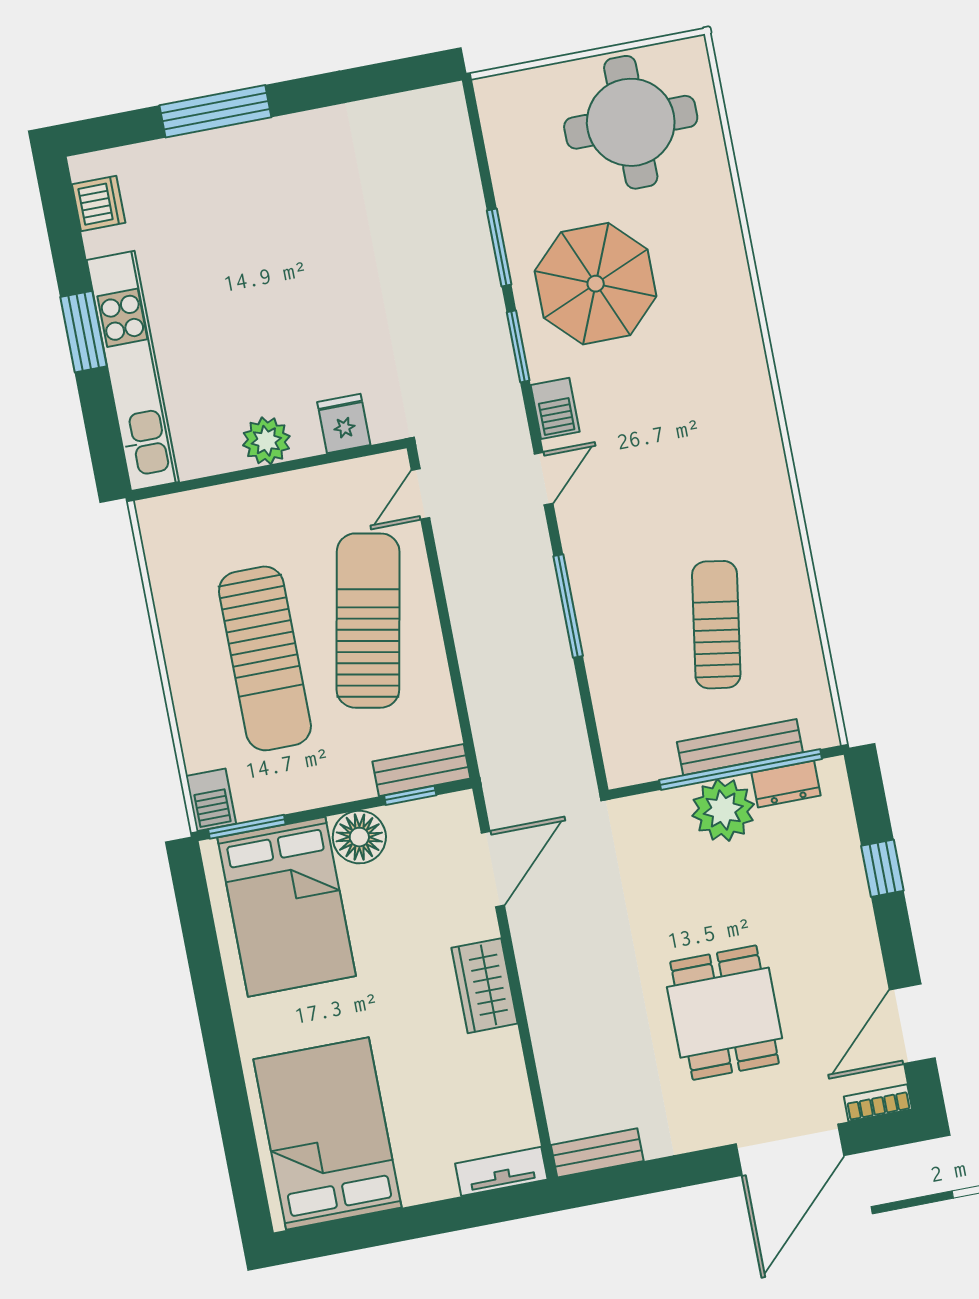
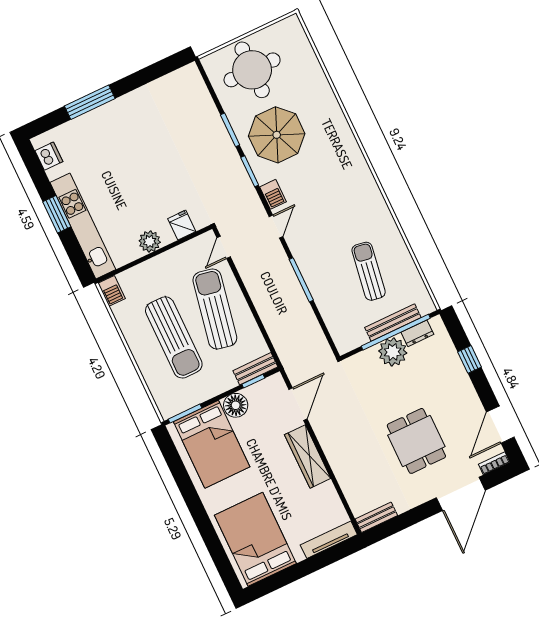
round table: (631, 122) -> (252, 70), moved
barbecue: (211, 800) -> (112, 291), moved
wardrobe: (484, 986) -> (308, 456), width x1.50
tv unit: (501, 1171) -> (329, 540), width x1.41

